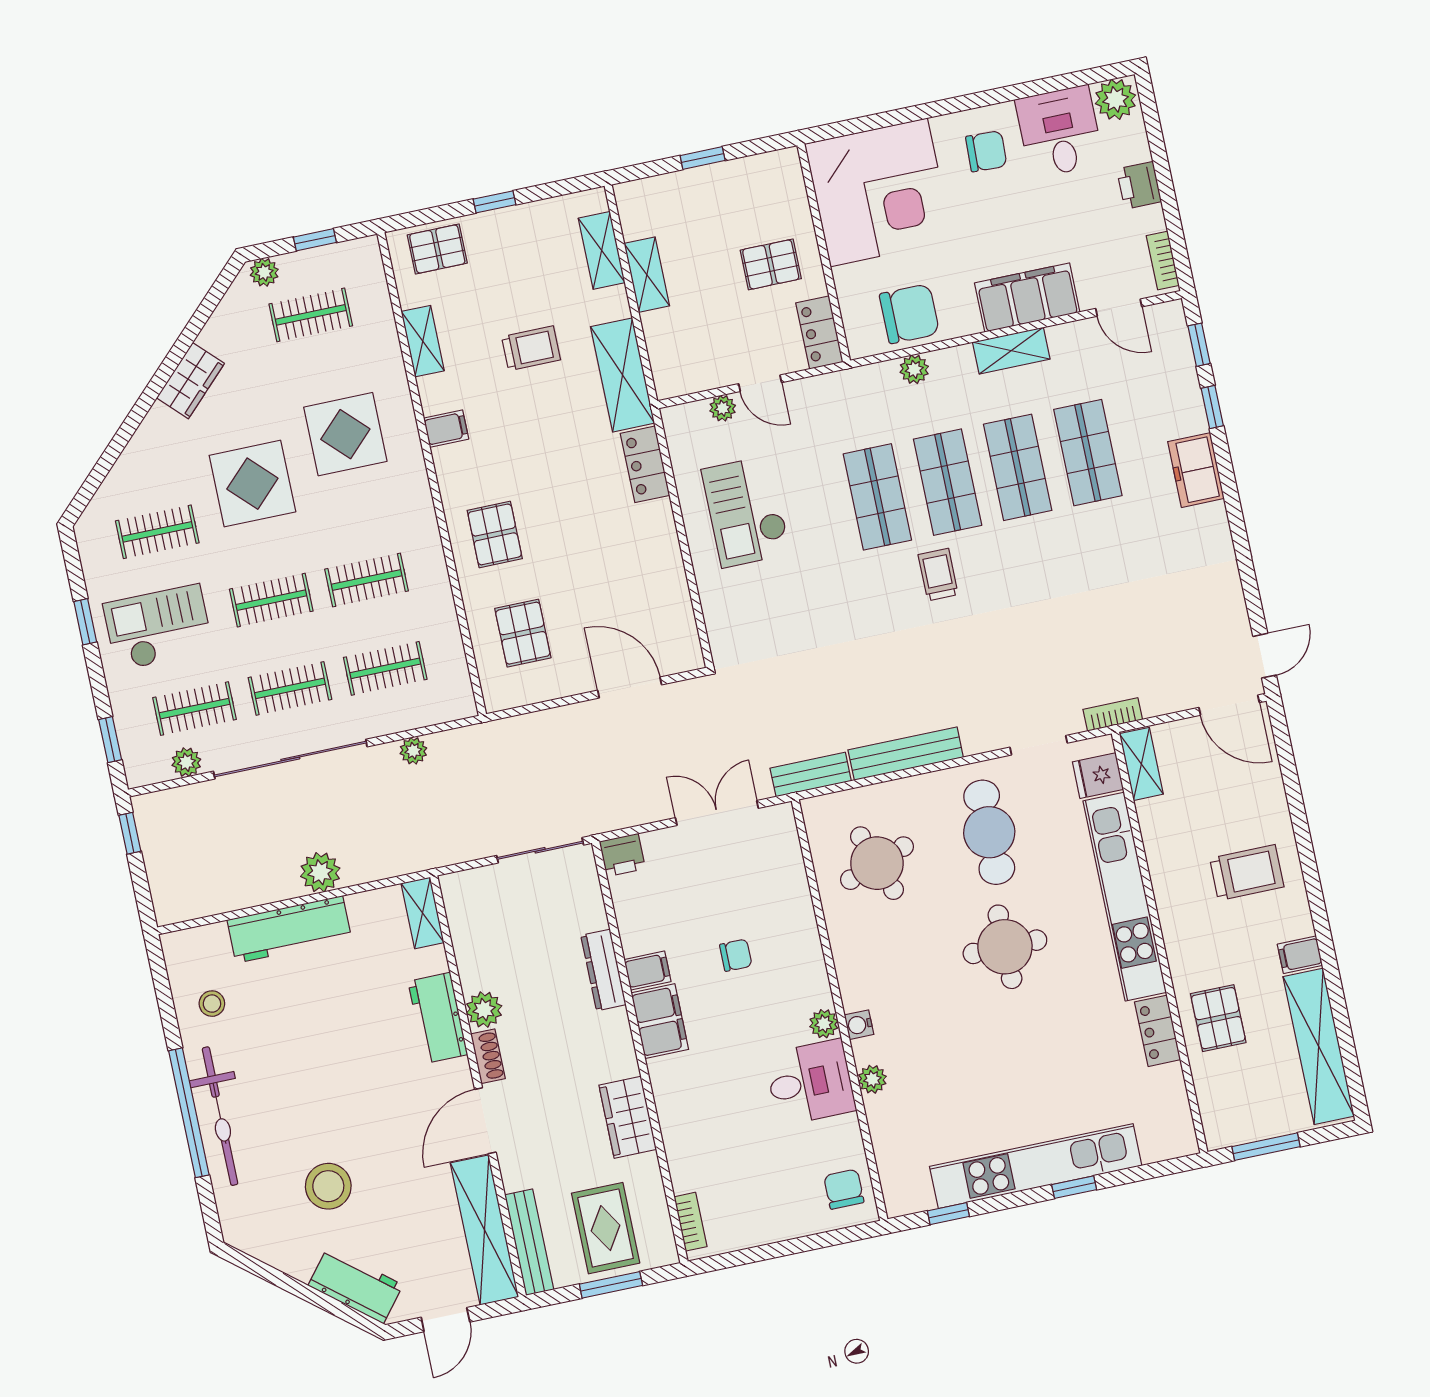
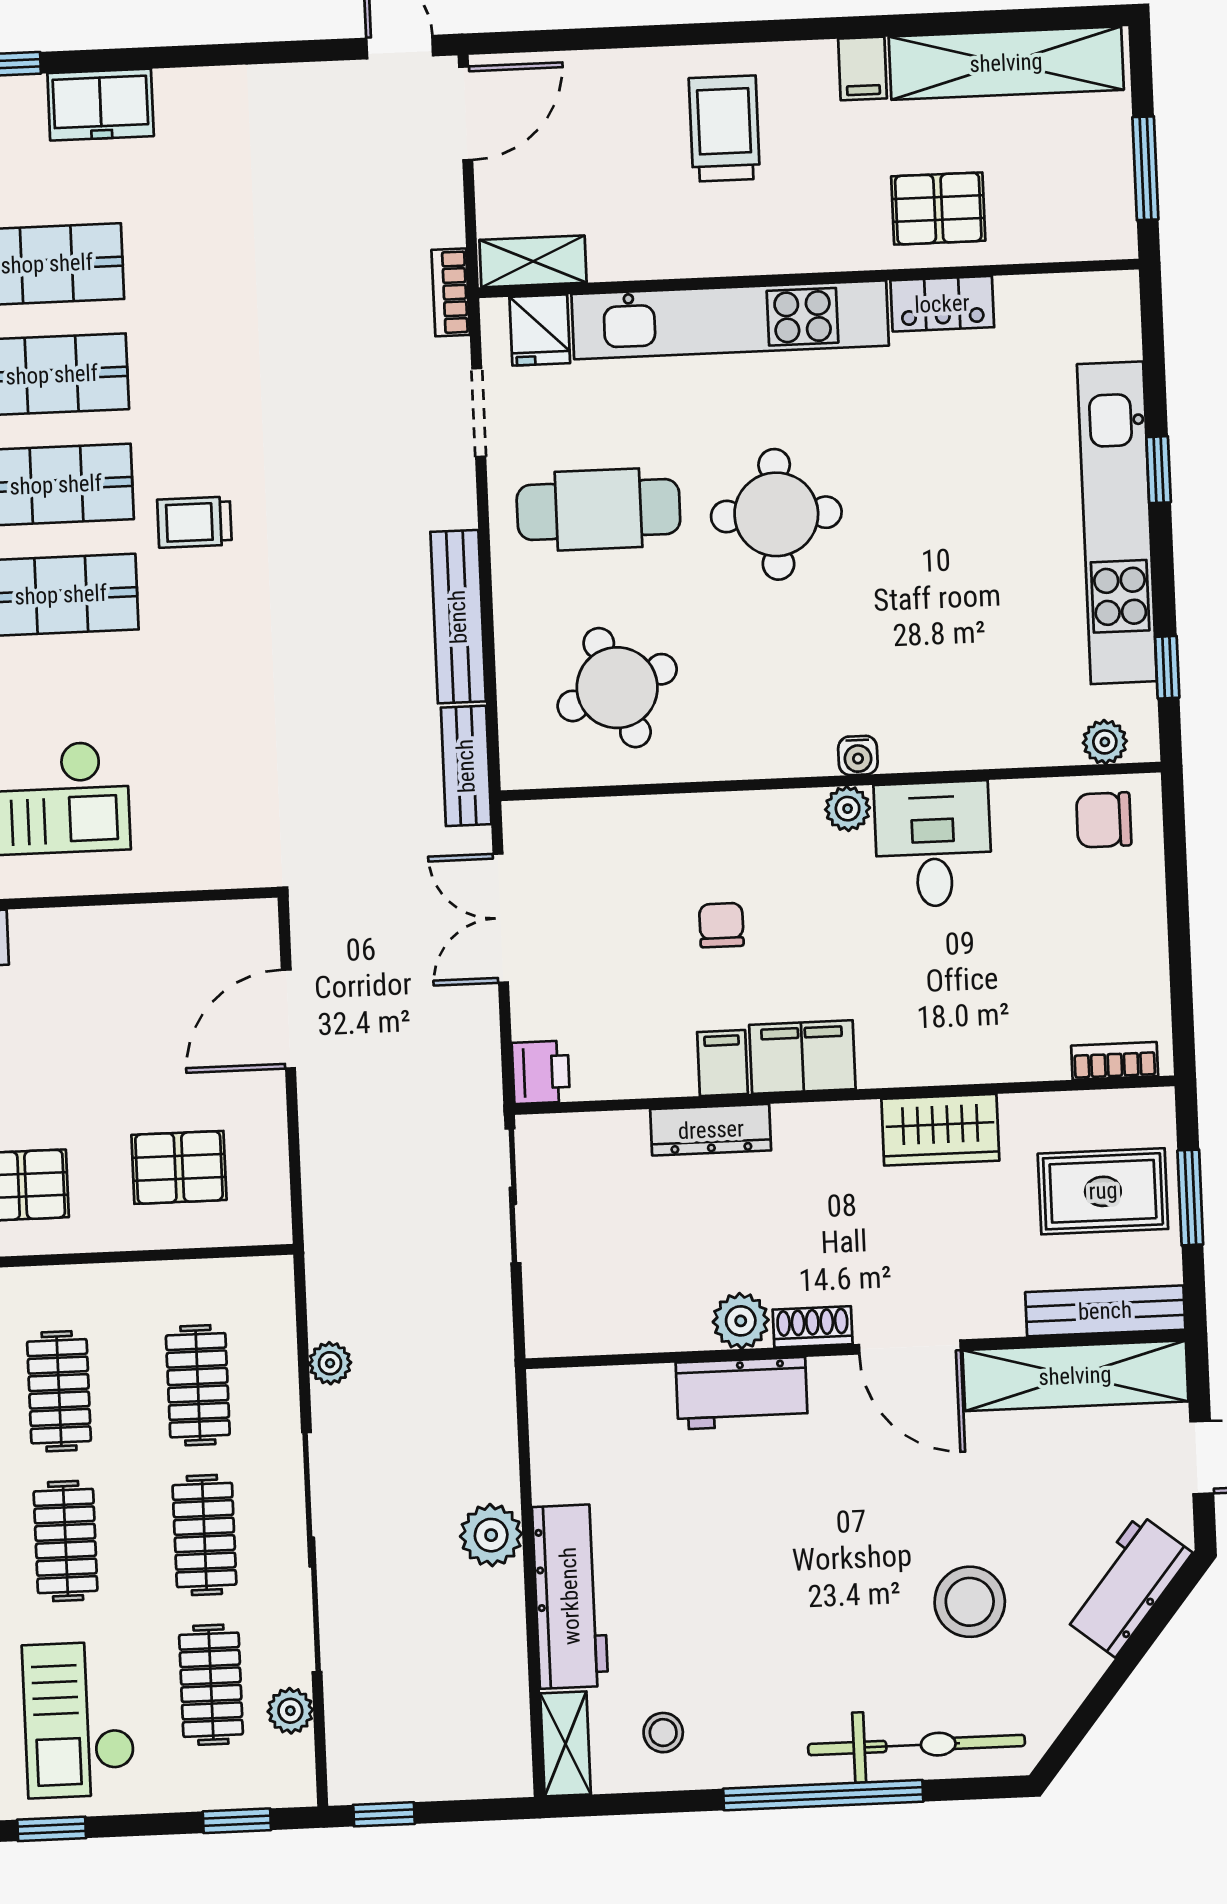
shelving: (422, 913) -> (566, 1744), moved, turned 90
plant: (872, 1079) -> (1105, 742), moved
bicycle: (220, 1116) -> (917, 1745), moved

